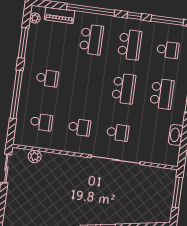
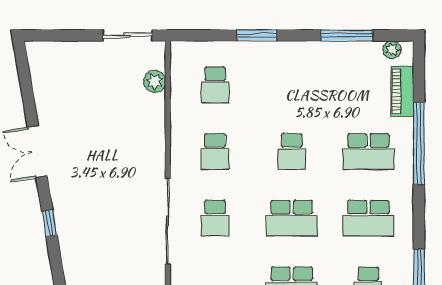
window: (134, 16) -> (419, 219), removed
school desk: (47, 78) -> (292, 152), moved
window: (16, 94) -> (257, 35), width x0.47

